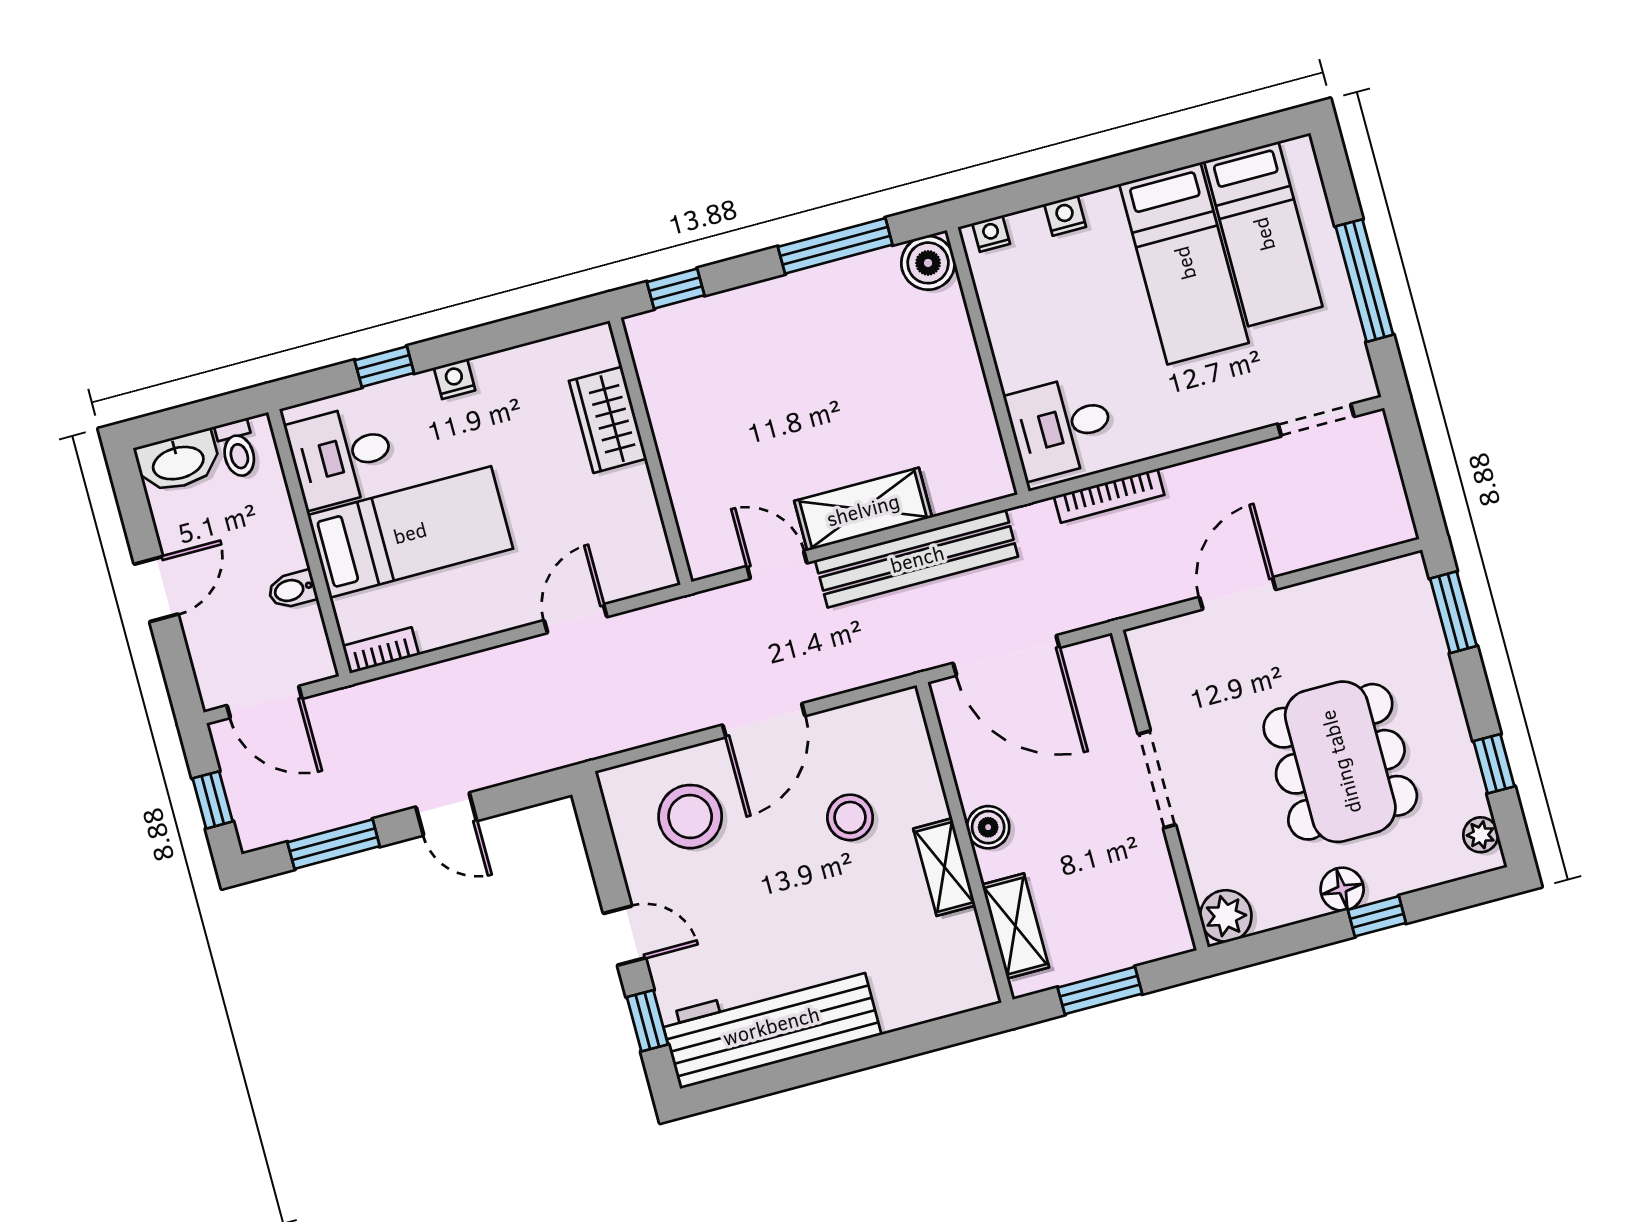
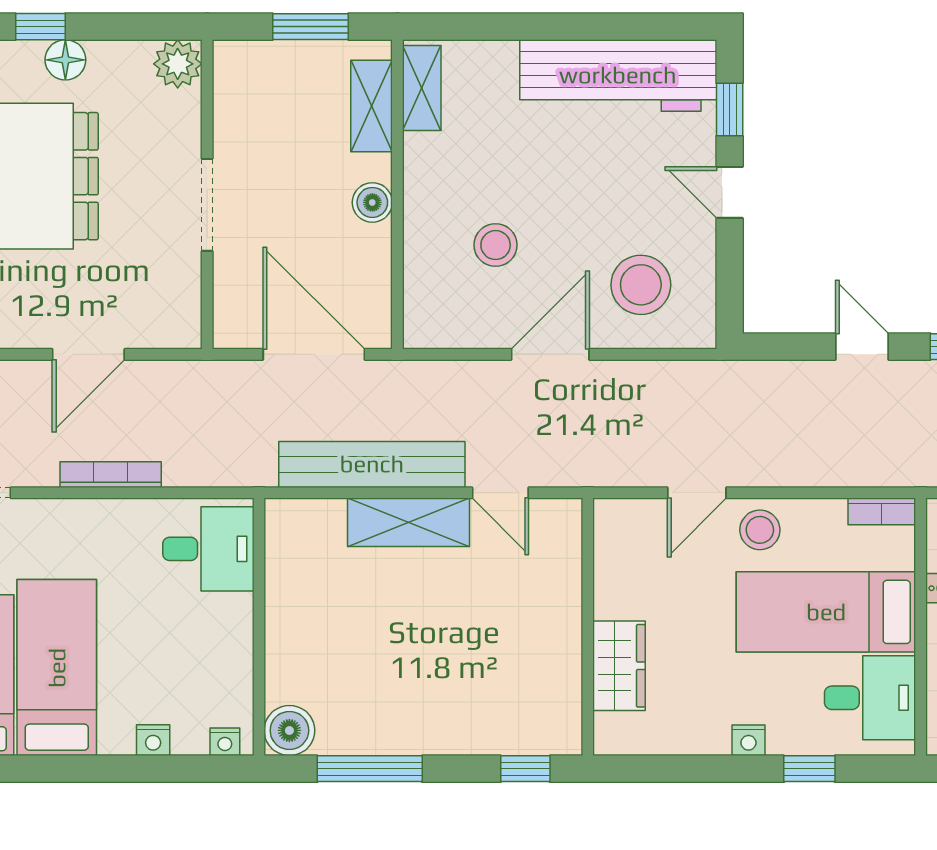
bookcase: (1109, 496) -> (111, 475), moved
stool: (501, 598) -> (760, 530), added
shelving: (944, 867) -> (422, 88), moved

